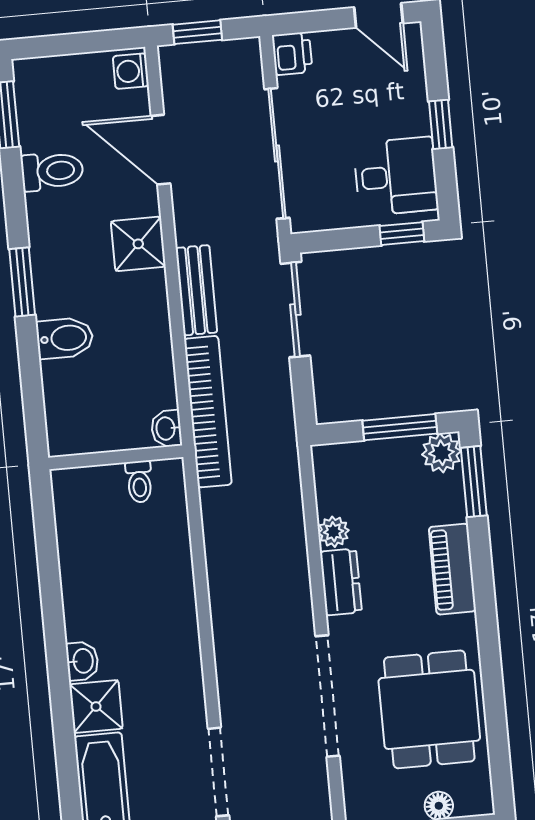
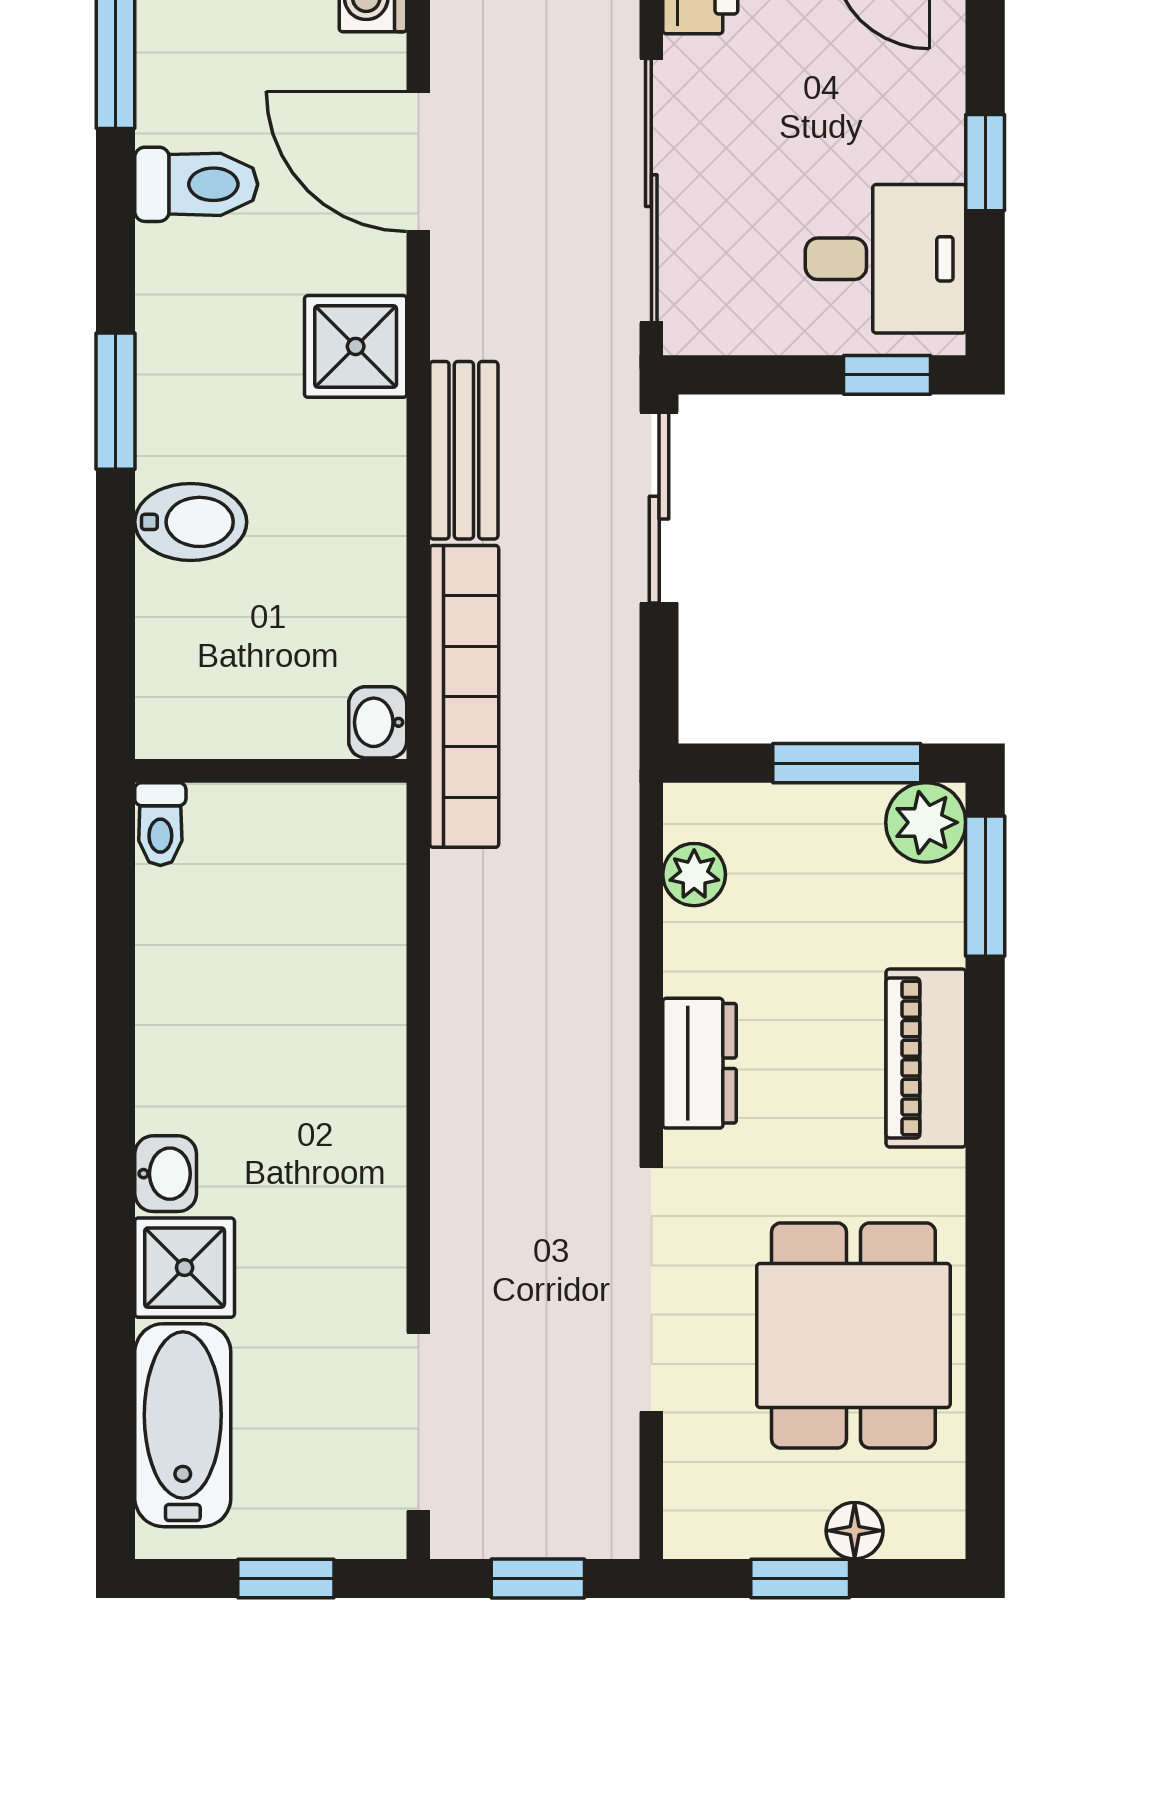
toilet: (139, 482) -> (160, 824), moved
plant: (333, 532) -> (694, 875), moved

